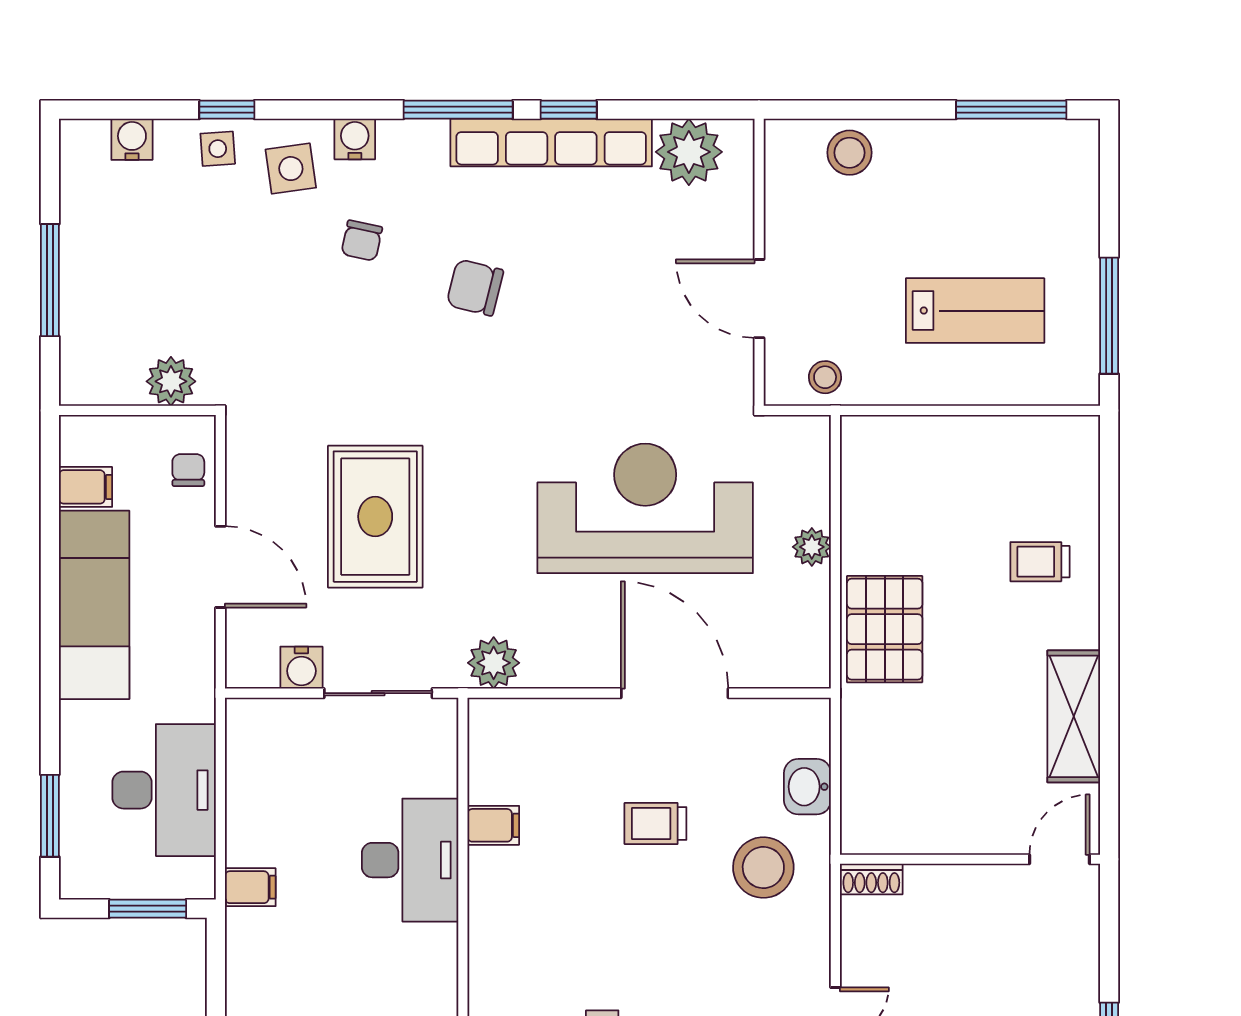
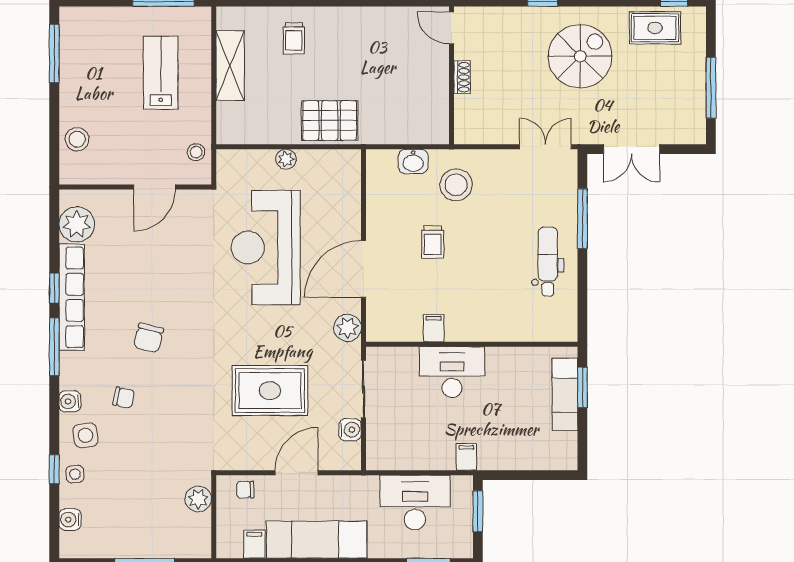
door: (675, 693) -> (364, 269), moved
shelving: (1074, 716) -> (230, 66), moved, turned 90
shoe rack: (871, 879) -> (462, 77), moved

